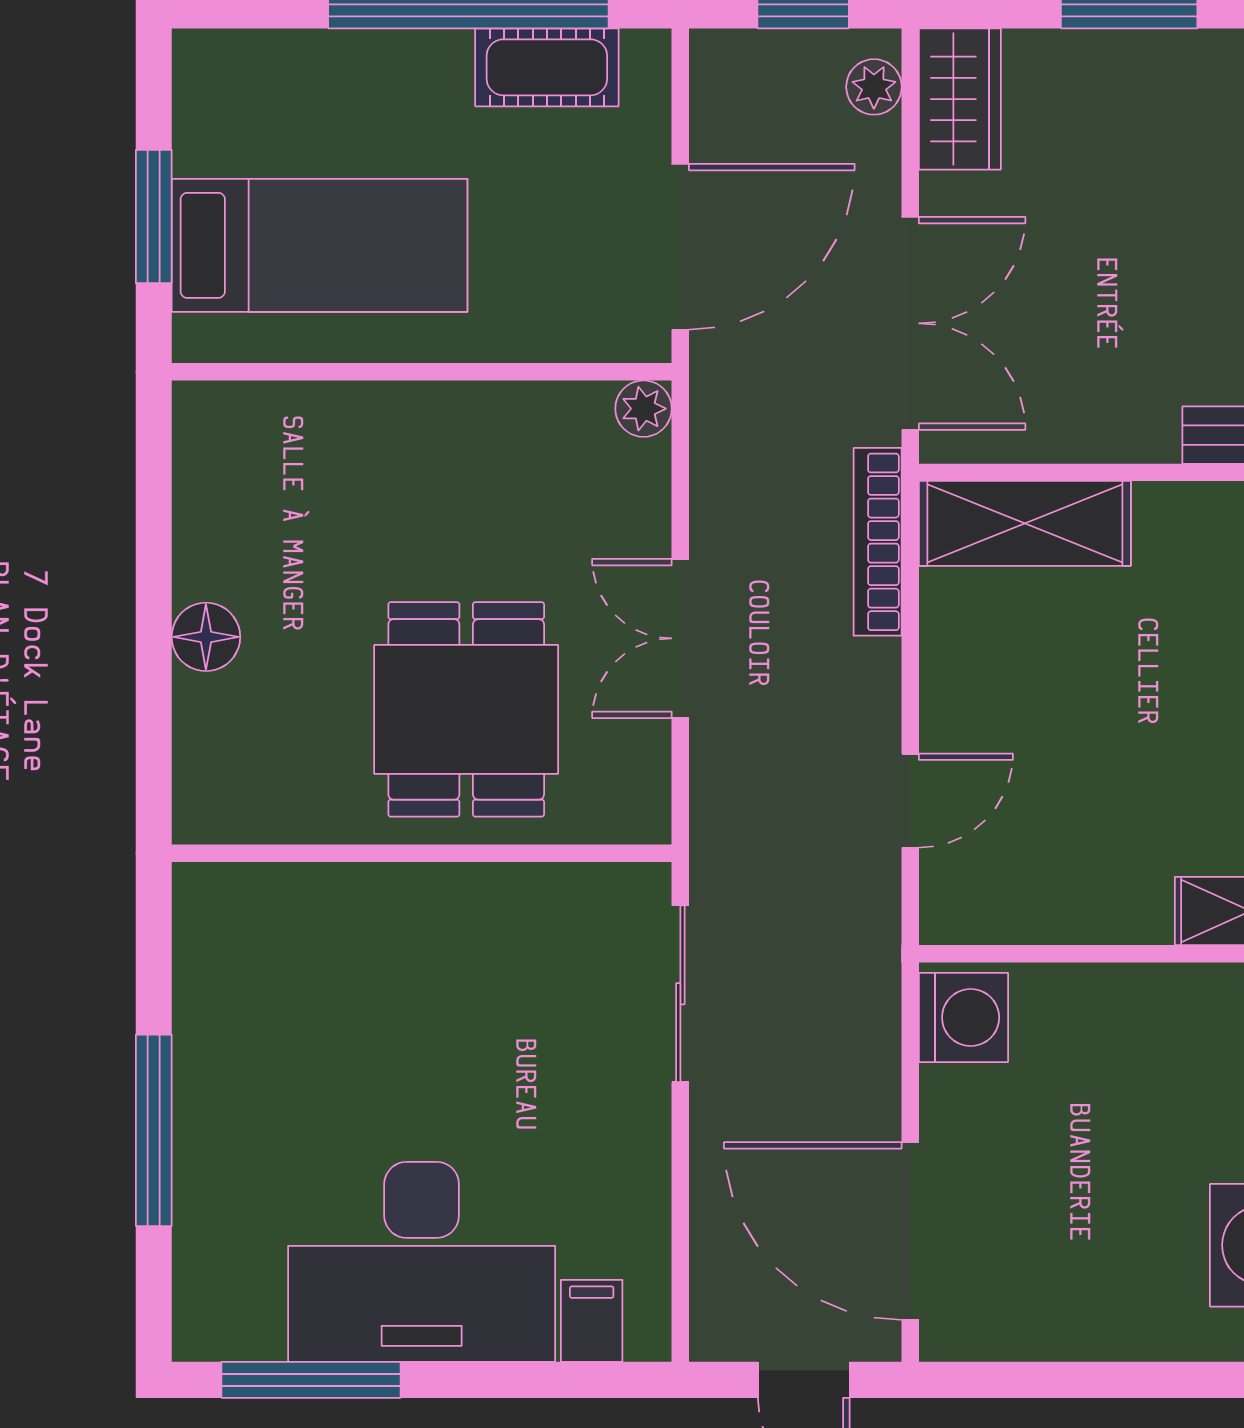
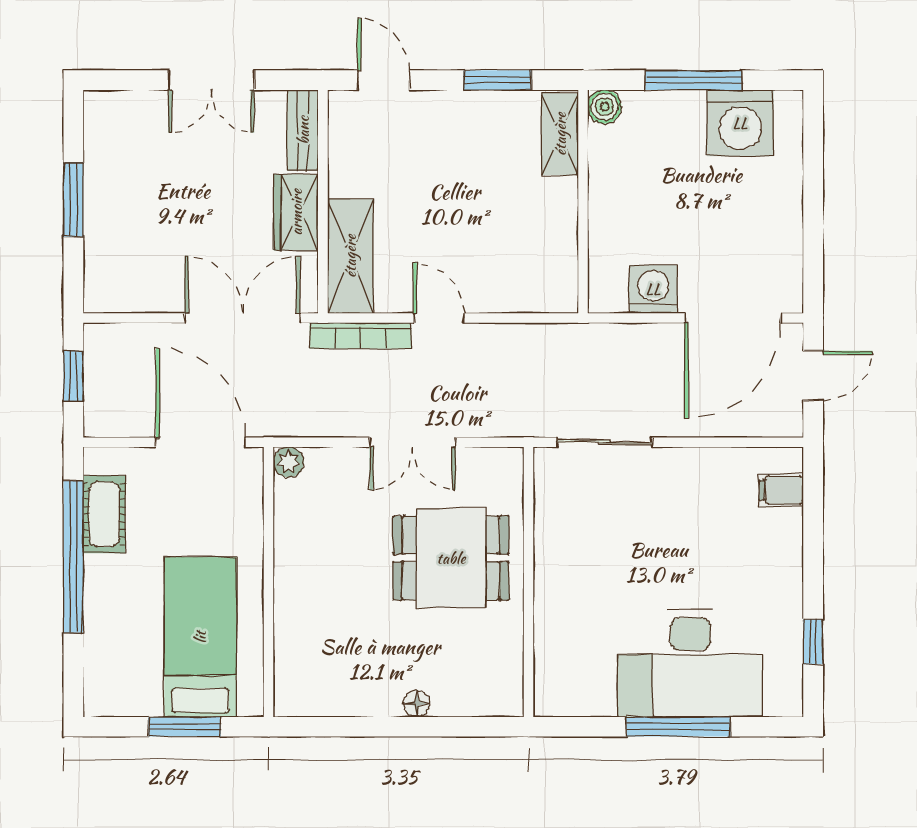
plant: (874, 87) -> (115, 338), removed
wardrobe: (960, 99) -> (296, 212), moved, turned -90
floor lamp: (206, 637) -> (417, 704), width x0.73, depth x0.73
door: (910, 801) -> (439, 318), moved
washing machine: (963, 1017) -> (653, 289), moved
desk: (422, 1262) -> (690, 663), moved, turned 90
window: (311, 1380) -> (813, 642), width x0.46

